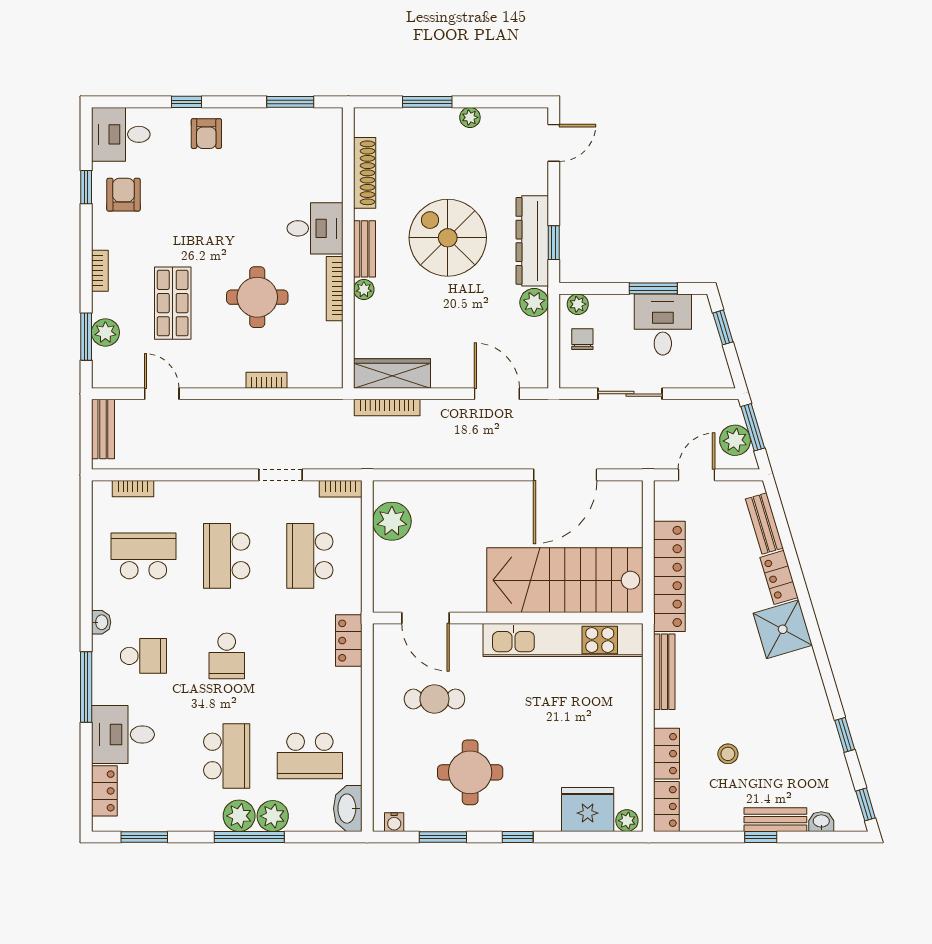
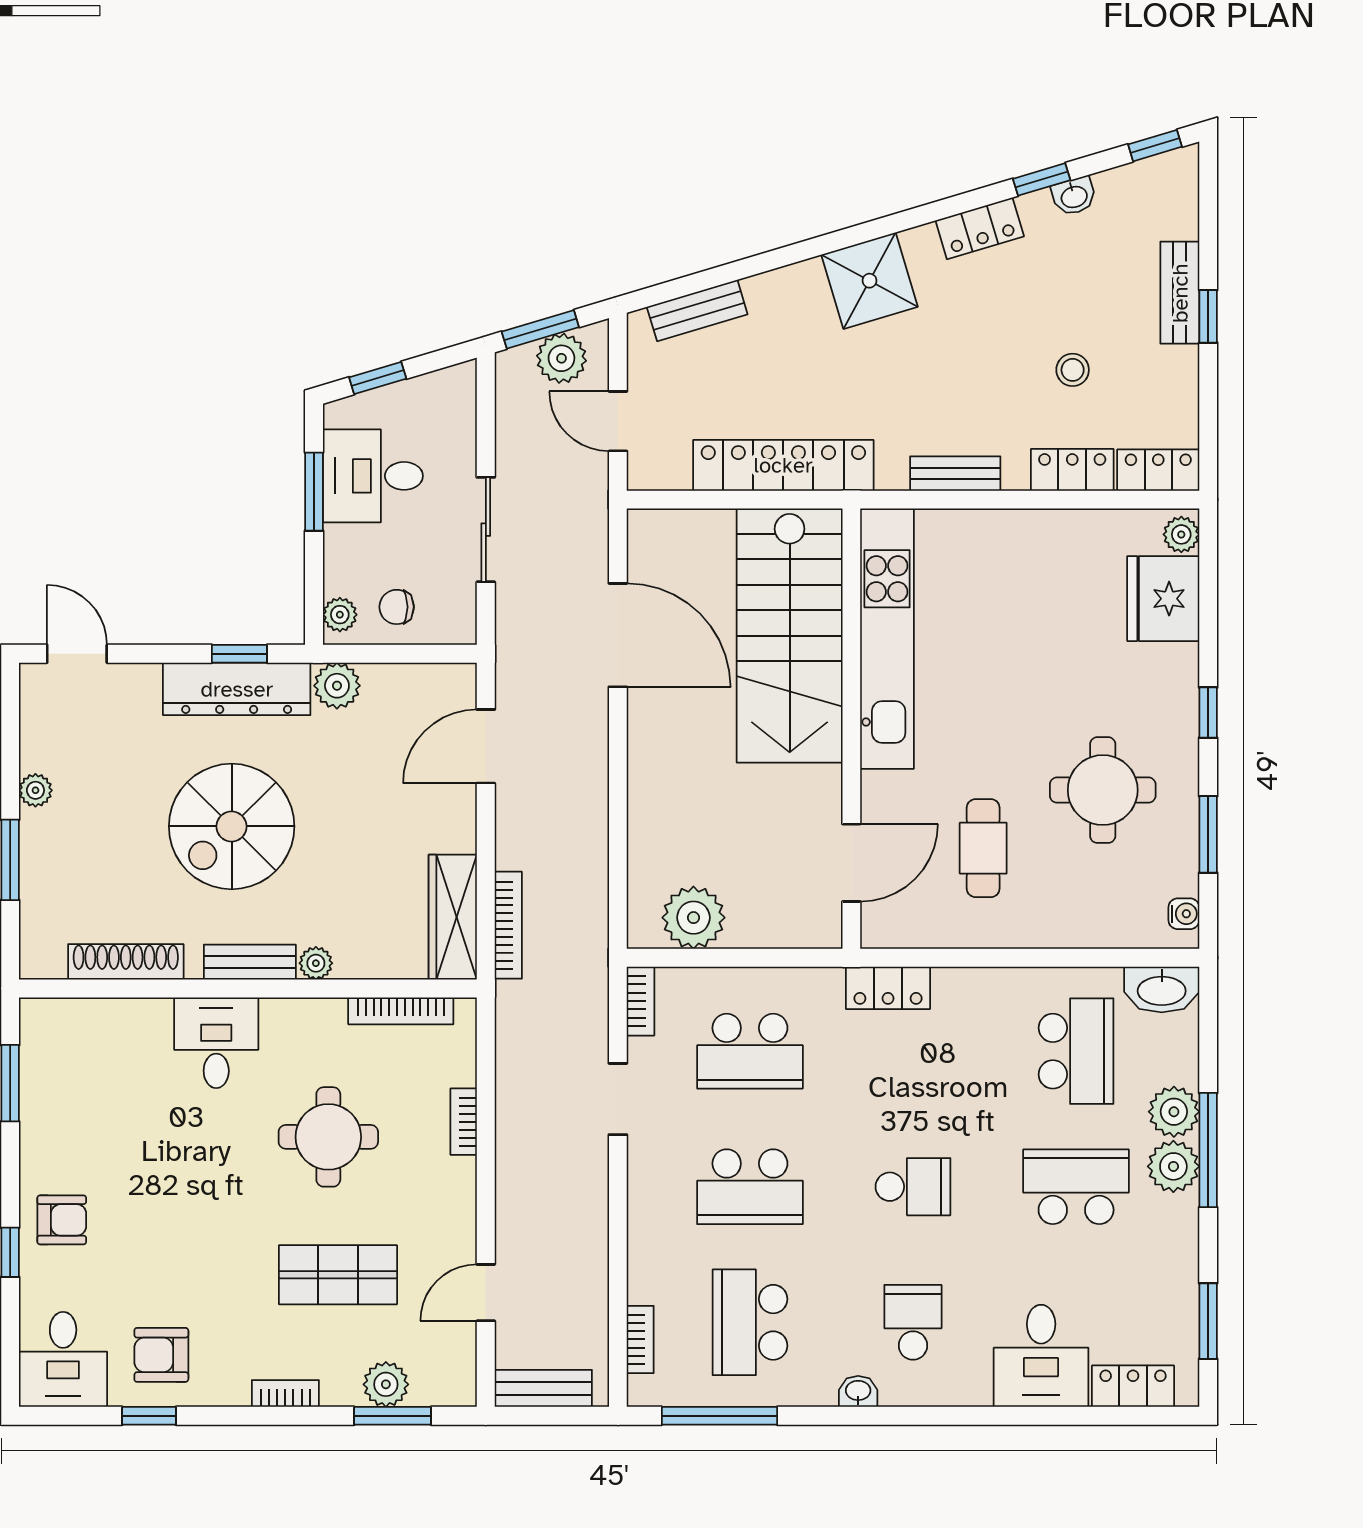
bookcase: (335, 289) -> (401, 1011), moved
locker: (779, 577) -> (980, 228), moved
bench: (664, 672) -> (955, 474), width x0.73
window: (86, 687) -> (719, 1416), moved
washbasin: (821, 822) -> (1074, 196), moved, turned -107

